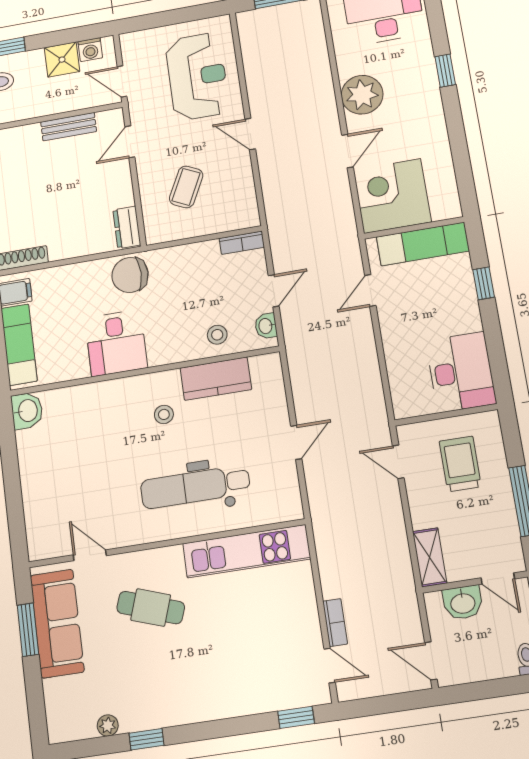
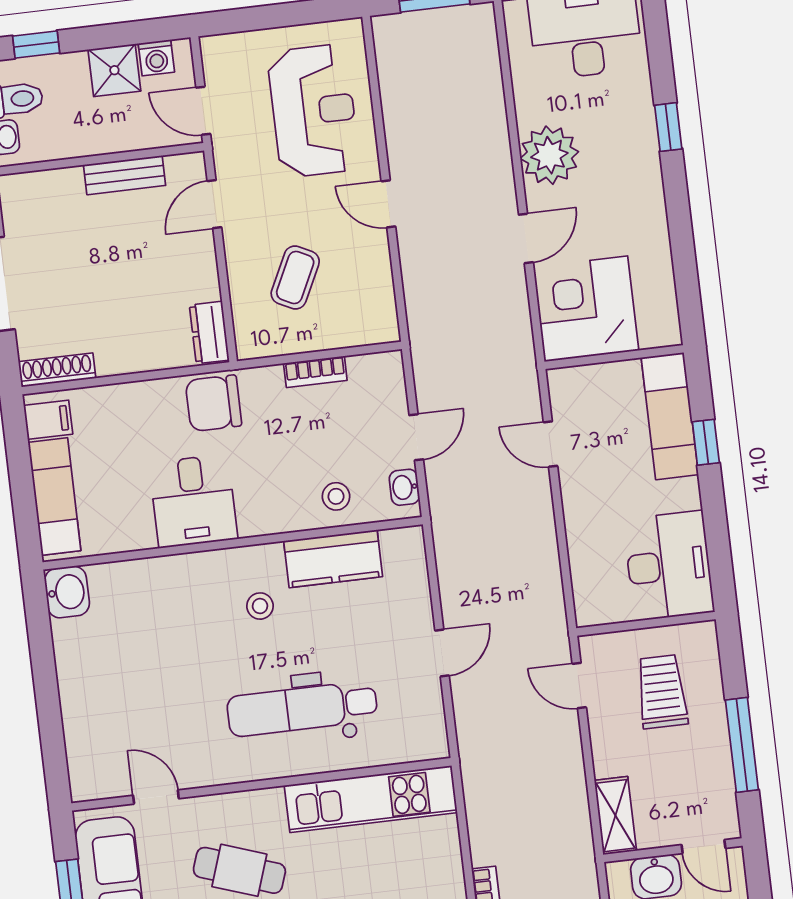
bookcase: (242, 243) -> (315, 372), moved
exam couch: (423, 244) -> (670, 416), moved, turned 90
door: (370, 290) -> (550, 444), hinge flipped

